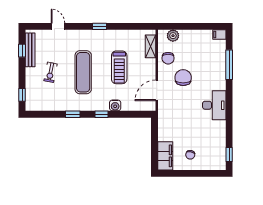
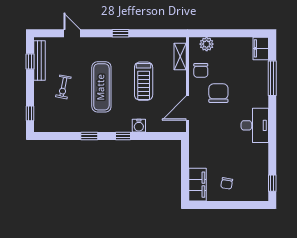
filing cabinet: (219, 35) -> (261, 48), width x2.00

